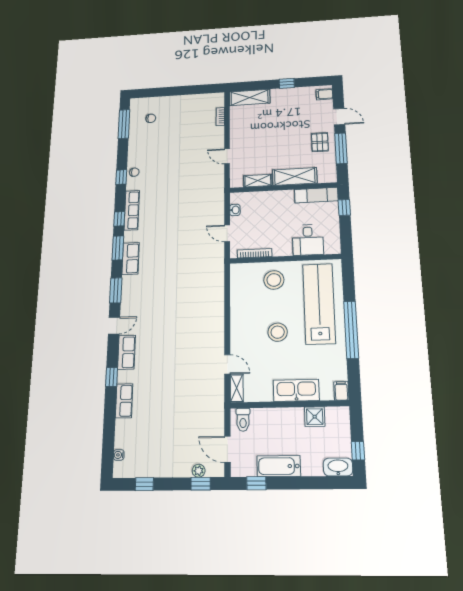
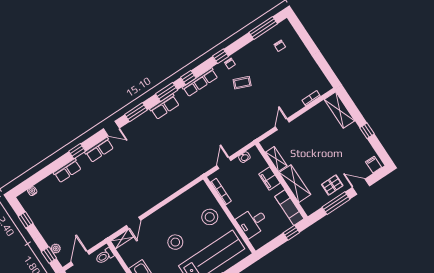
door: (339, 117) -> (361, 187), swing flipped
coffee table: (161, 171) -> (242, 83), added
filing cabinet: (273, 198) -> (270, 179), added

